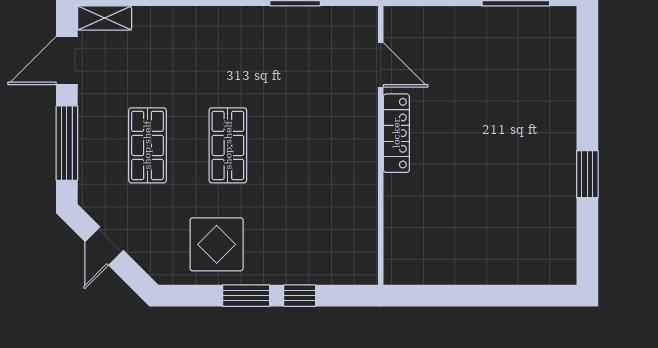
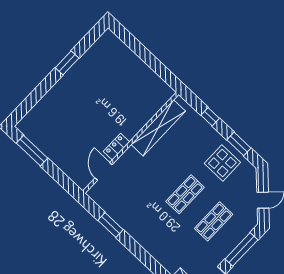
locker: (396, 133) -> (116, 147), width x0.66
shelving: (361, 206) -> (158, 128), added
window: (246, 296) -> (239, 144), moved

